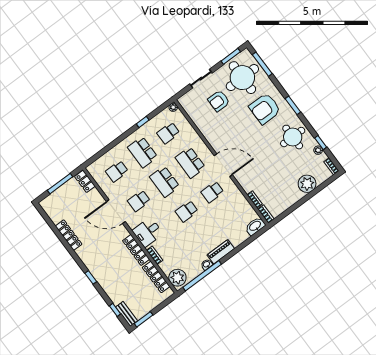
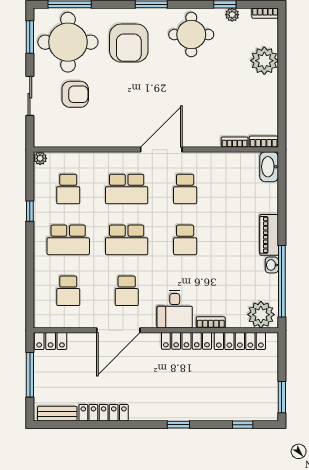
armchair: (219, 101) -> (75, 94), turned -90
bench: (127, 314) -> (57, 414), moved

